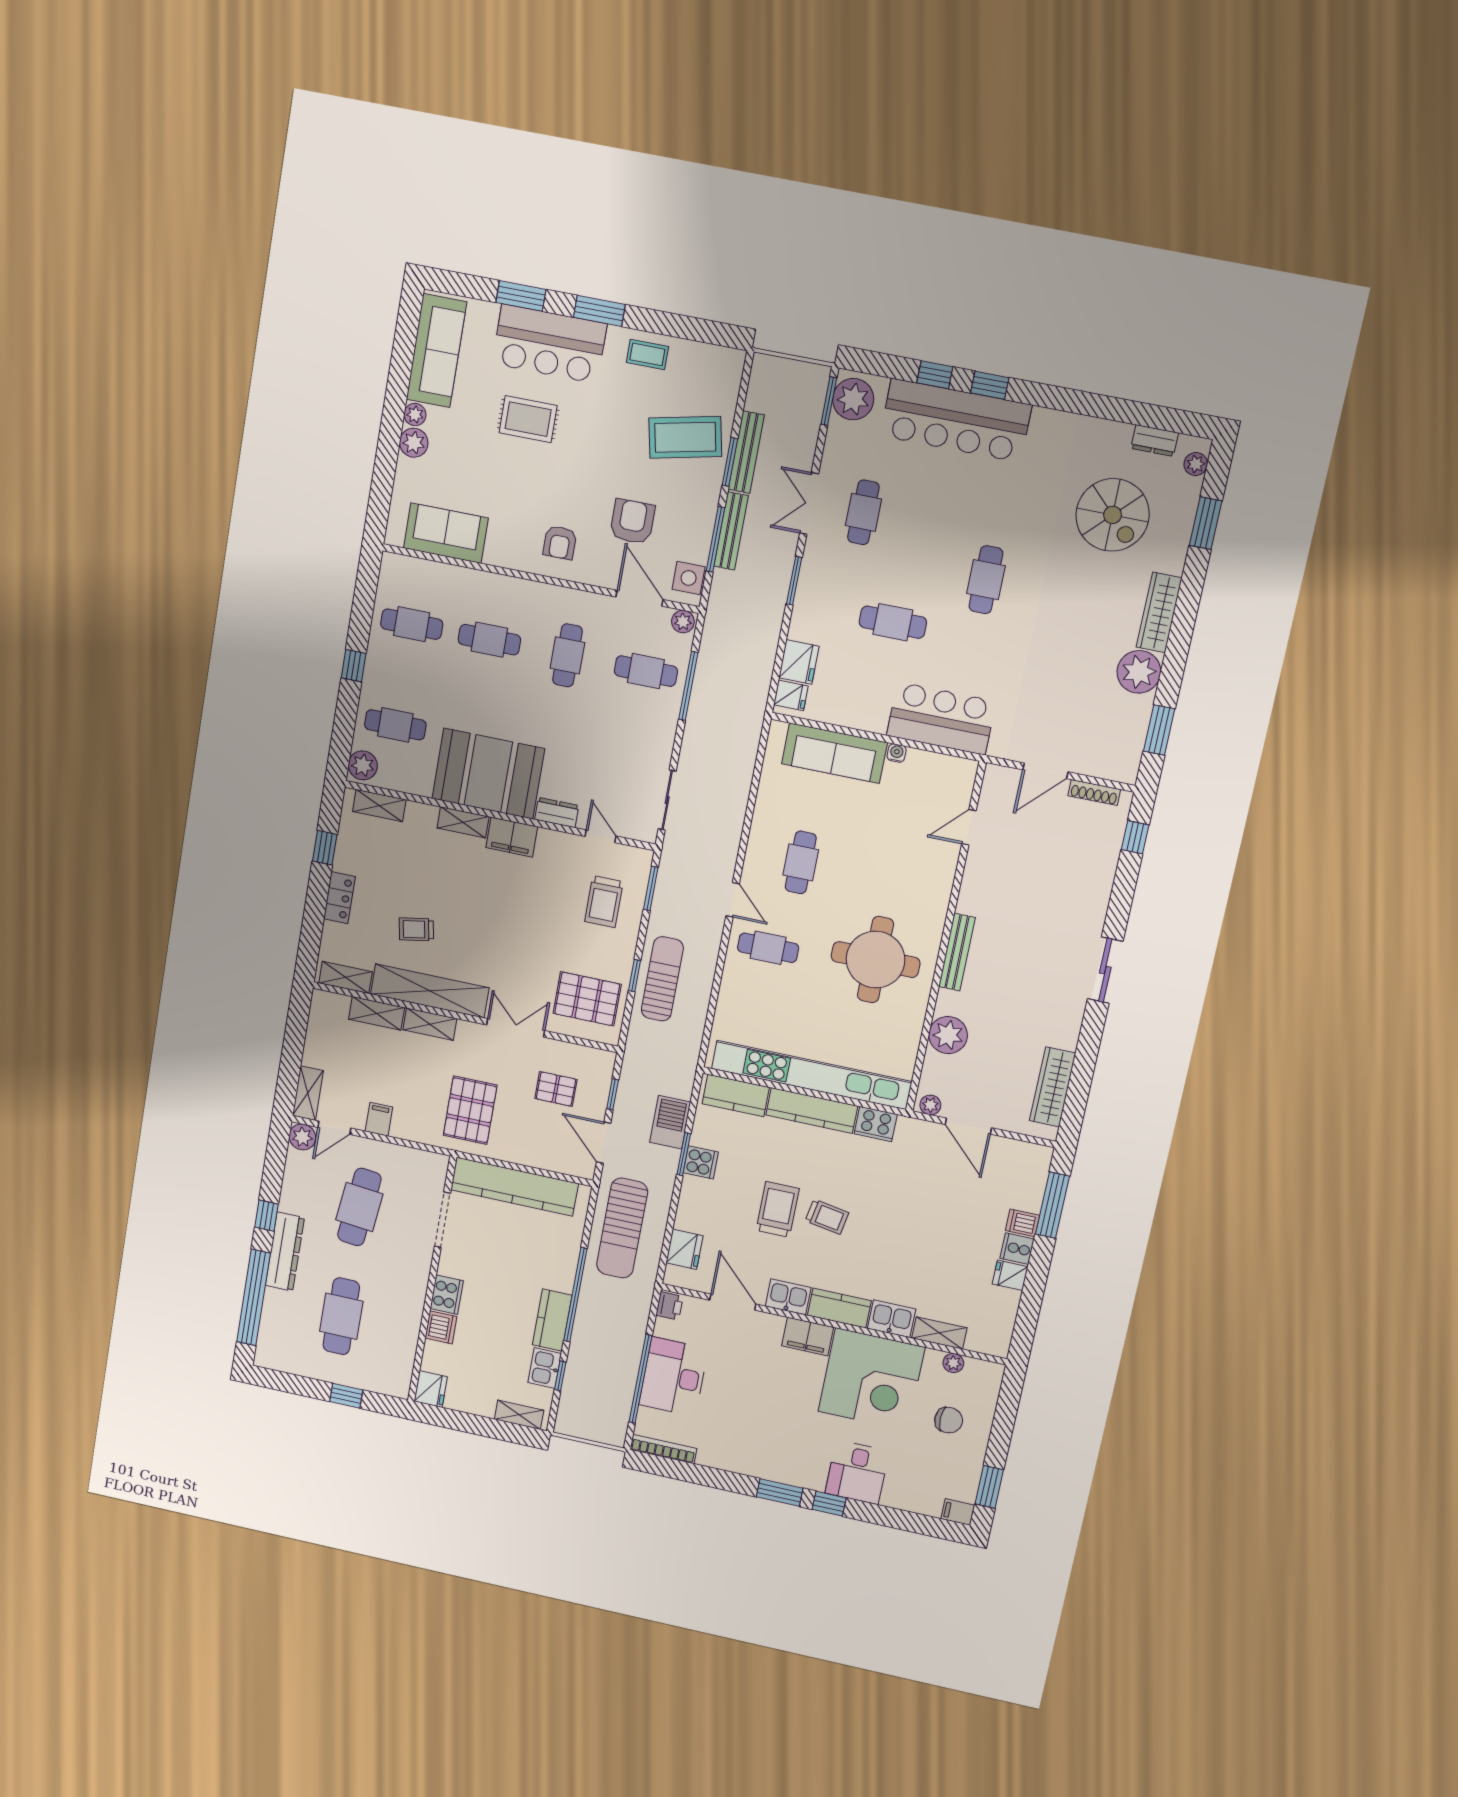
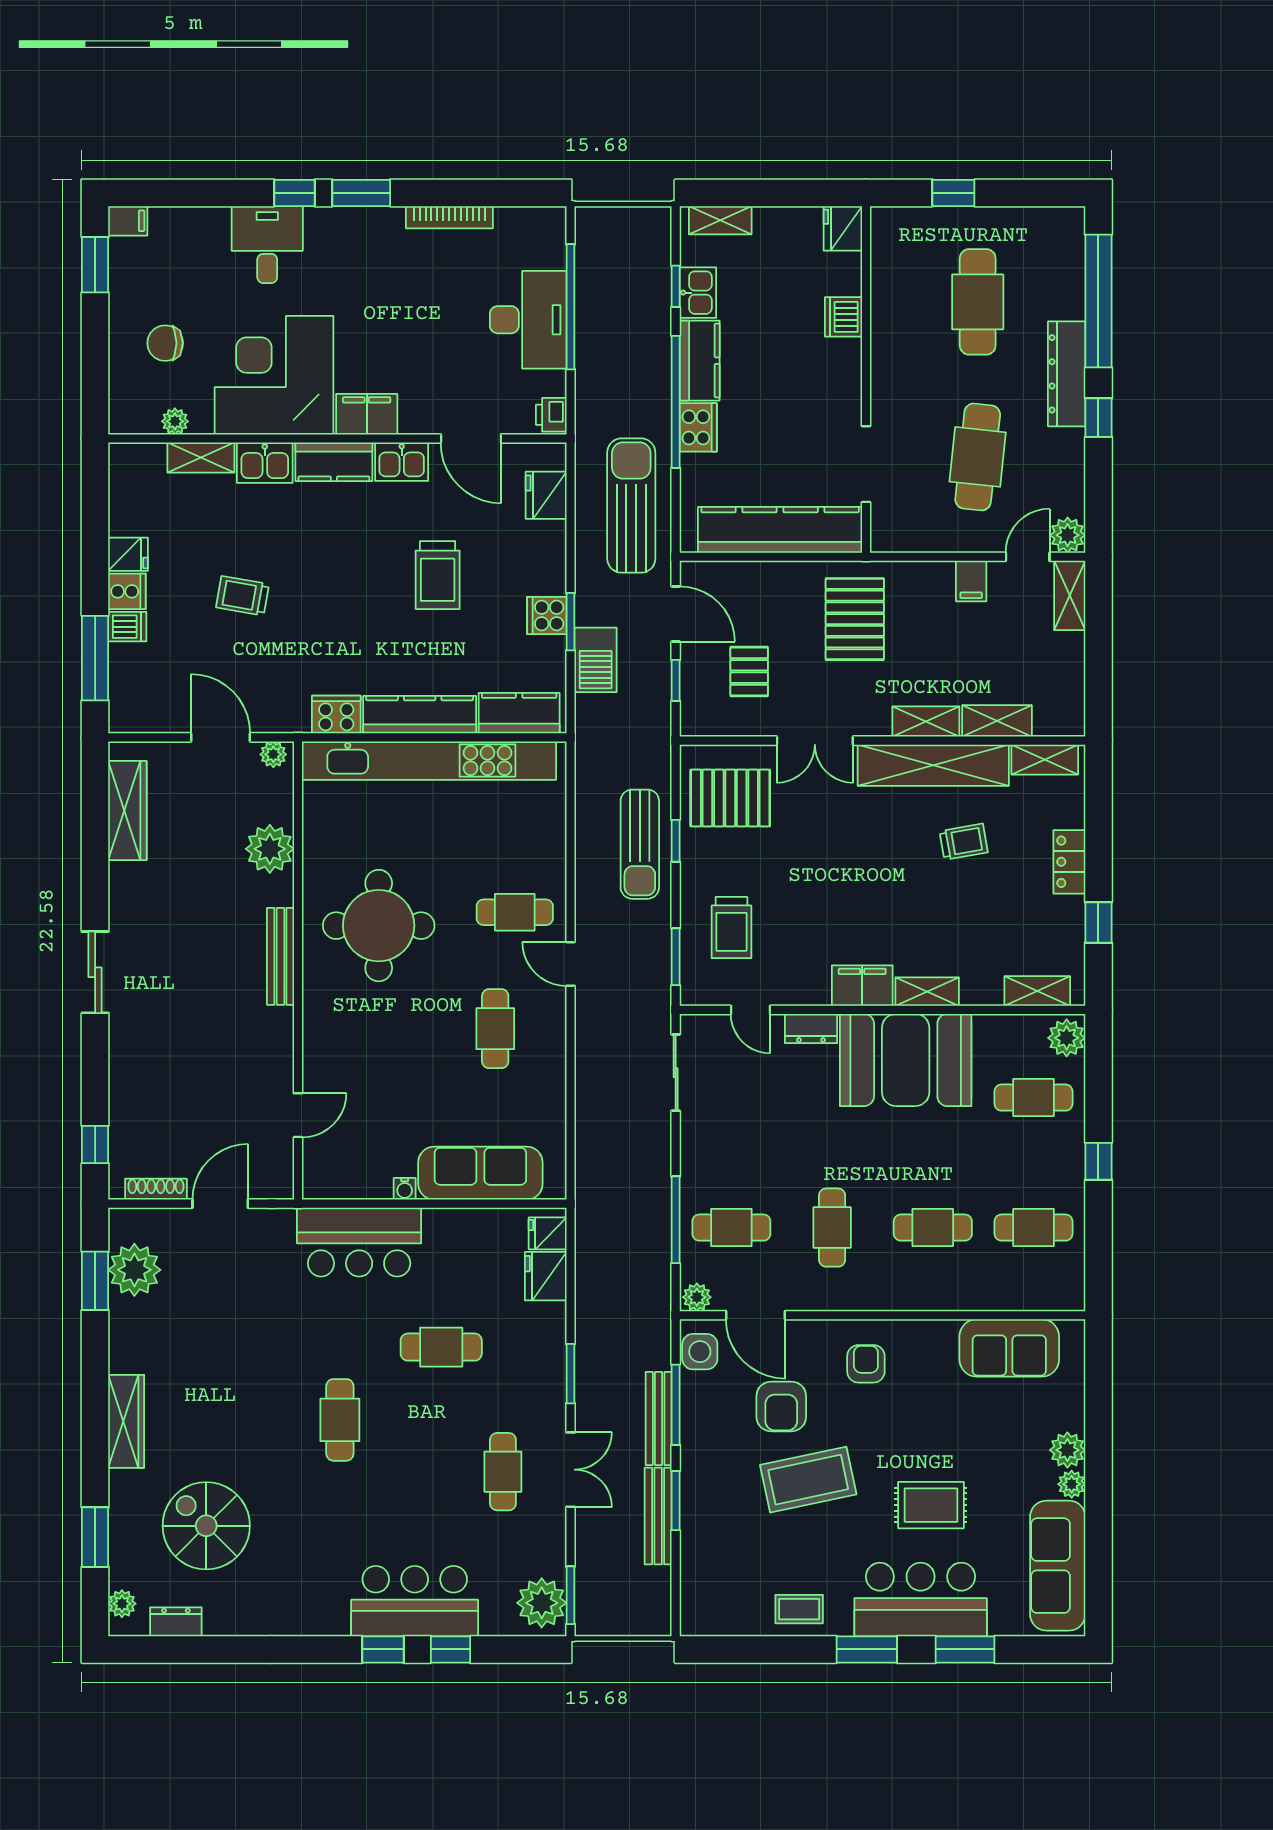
bar counter: (956, 420) -> (415, 1601), width x0.73
coffee table: (685, 437) -> (808, 1480), moved
plant: (1139, 672) -> (134, 1270), moved
trolley: (604, 902) -> (731, 928), turned 180
pallet: (556, 1089) -> (749, 671), turned 90
trolley: (827, 1217) -> (243, 596), moved
cooker: (447, 1295) -> (698, 427), moved, turned 180
bookcase: (663, 1449) -> (449, 217), moved

